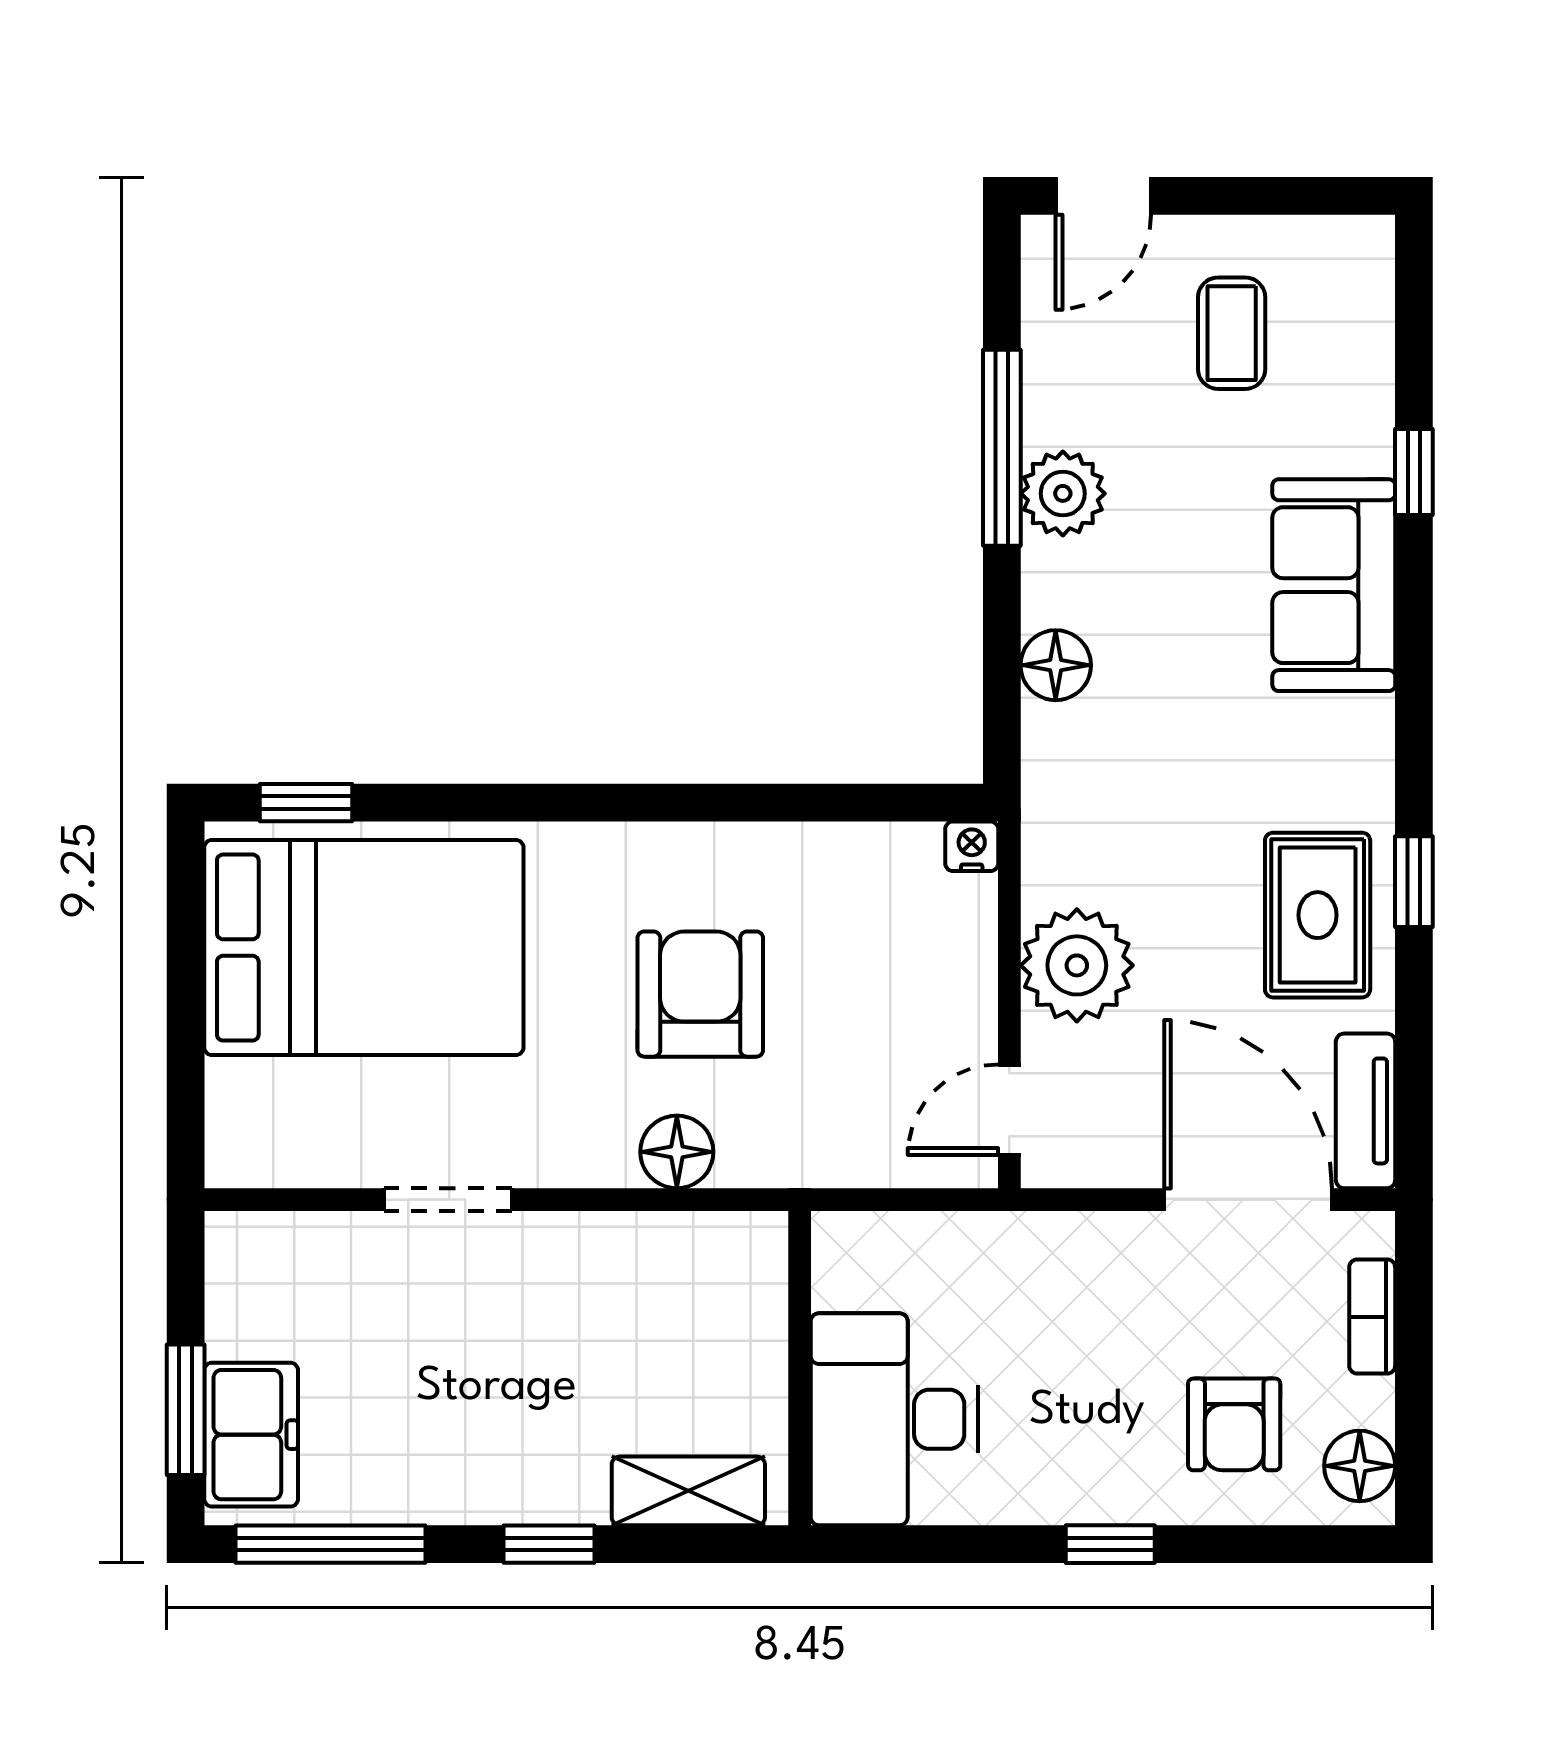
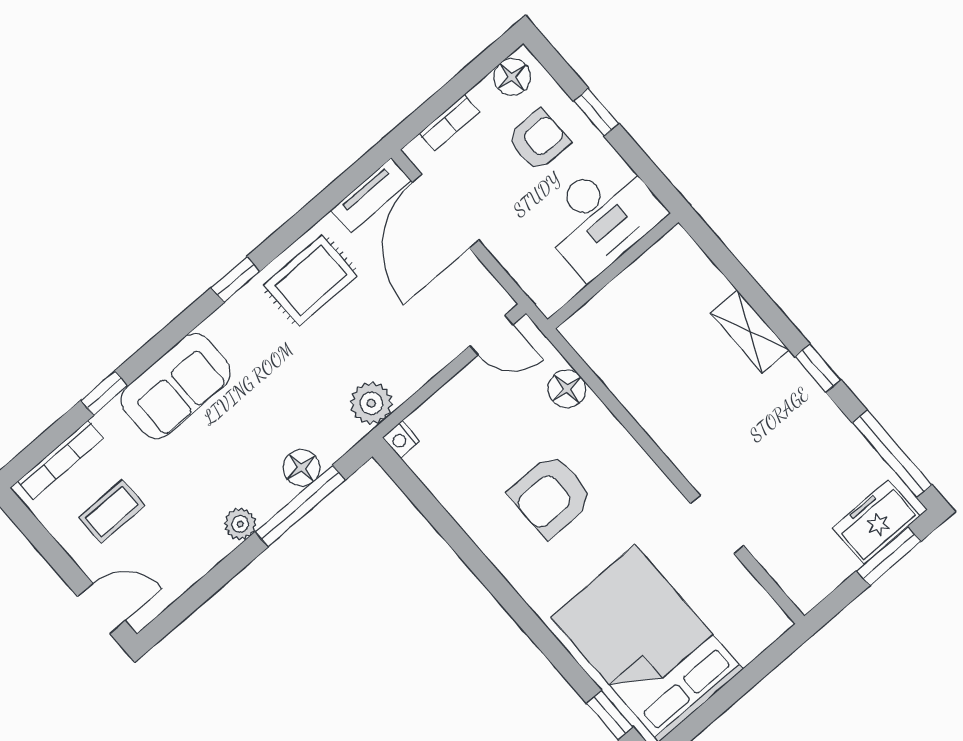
bookcase: (1372, 324) -> (60, 460), added
window: (1002, 448) -> (300, 506), moved
plant: (1063, 493) -> (240, 524), width x0.73, depth x0.73
window: (1414, 882) -> (235, 279), moved
plant: (1077, 965) -> (371, 403), moved, width x0.73, depth x0.73
floor lamp: (677, 1152) -> (567, 389), moved
wall: (800, 1368) -> (613, 271), moved
desk: (894, 1419) -> (601, 217), moved
window: (1110, 1544) -> (596, 112), moved

